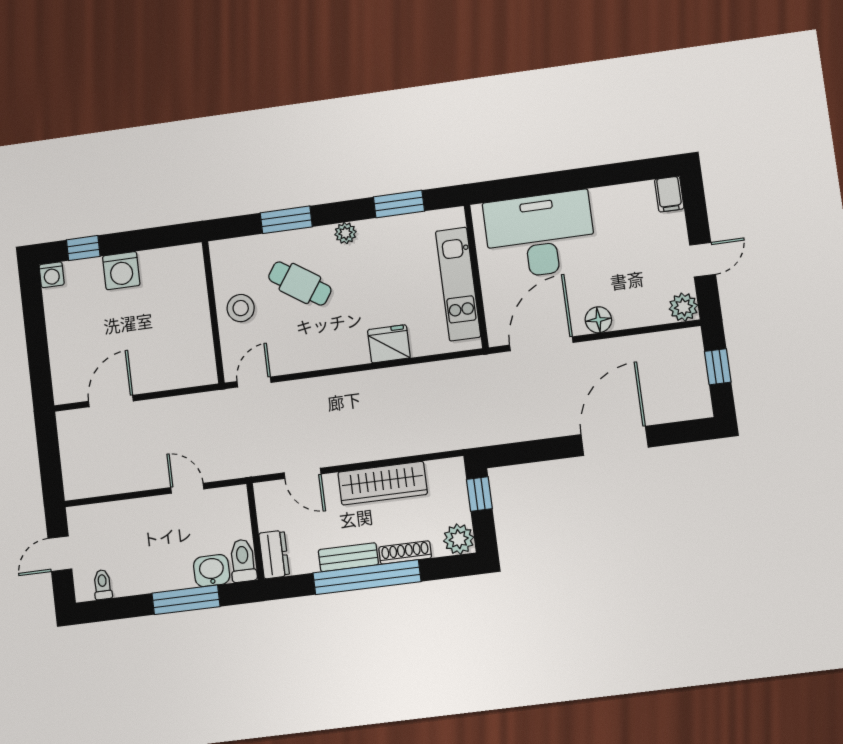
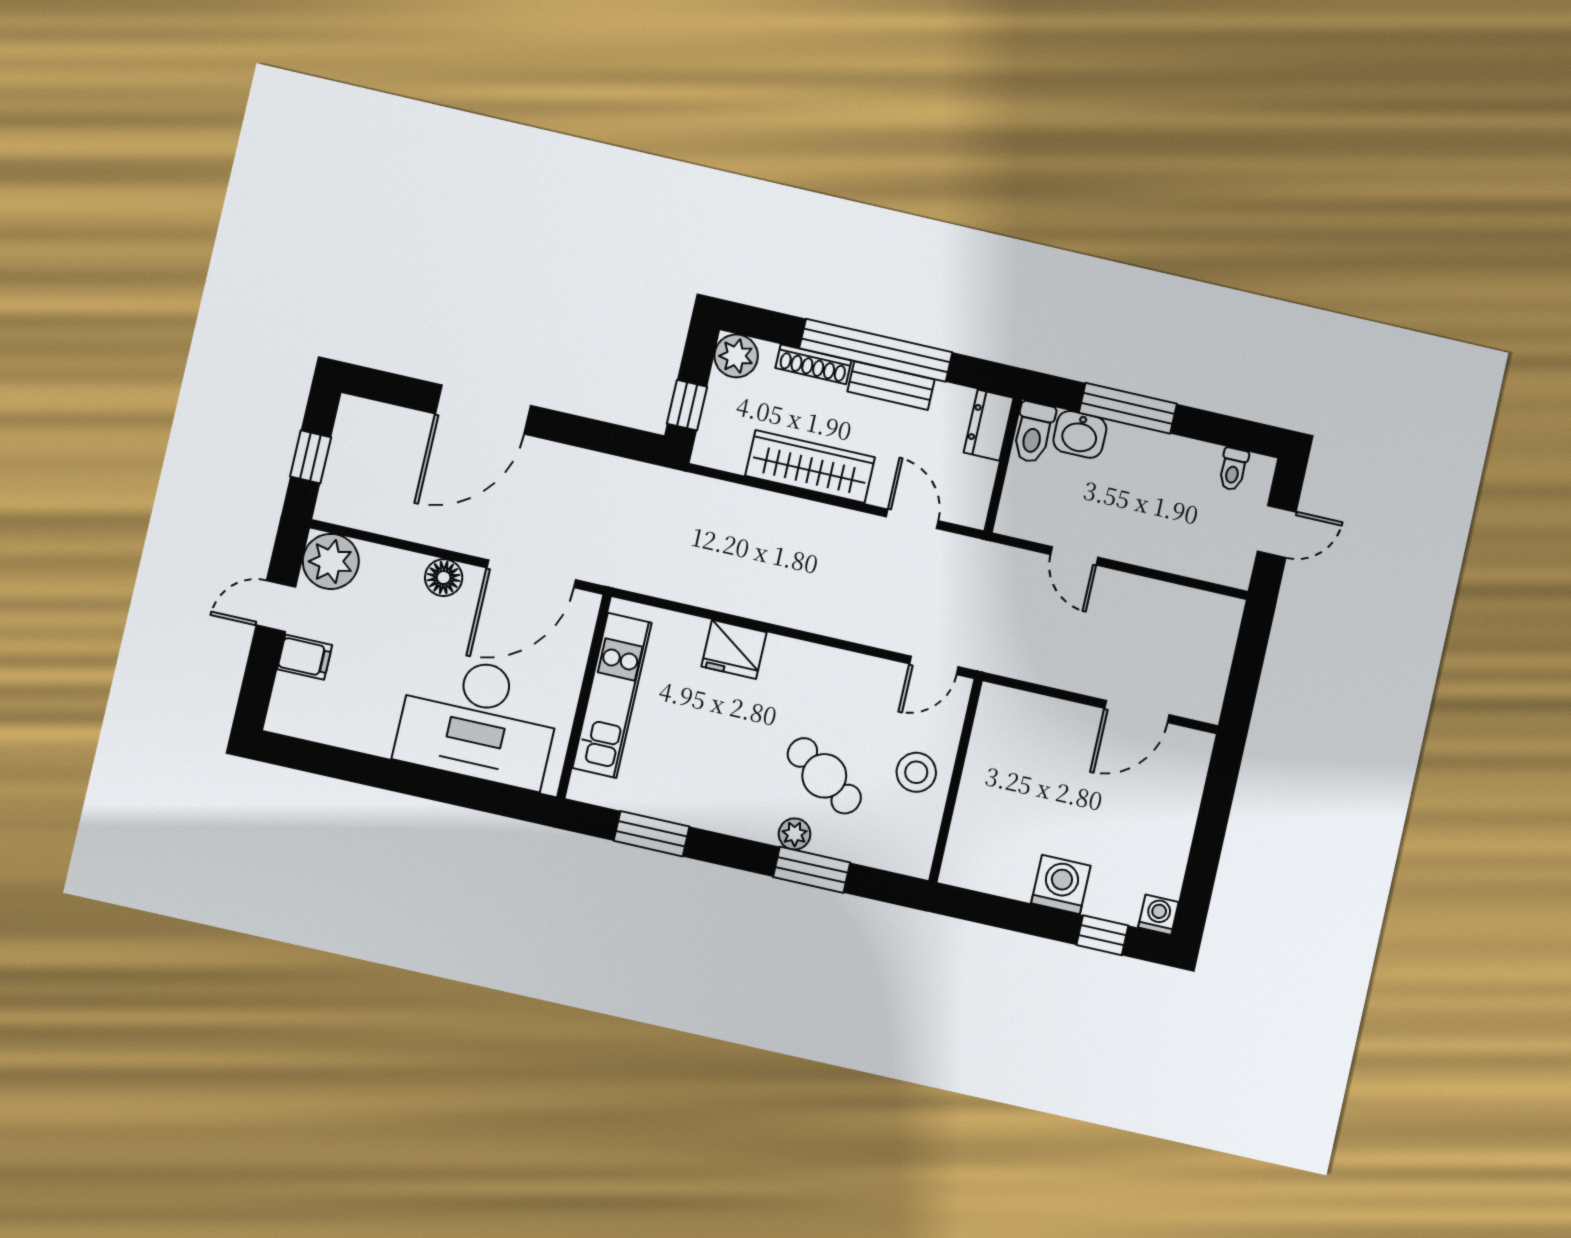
filing cabinet: (669, 194) -> (305, 657), moved, turned 90
plant: (345, 233) -> (795, 834), moved
plant: (683, 307) -> (331, 561), width x1.36, depth x1.36

